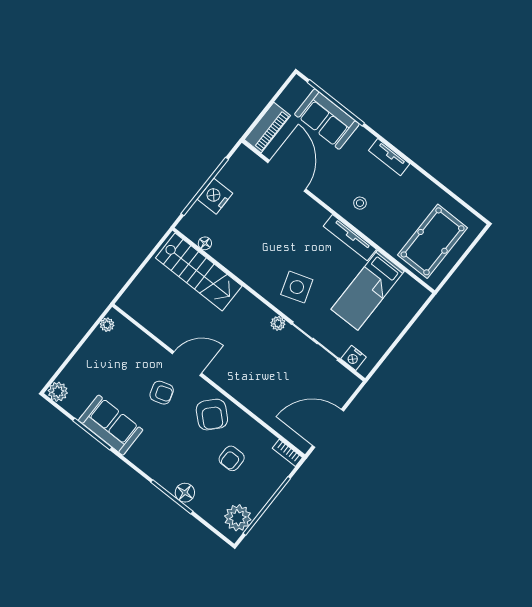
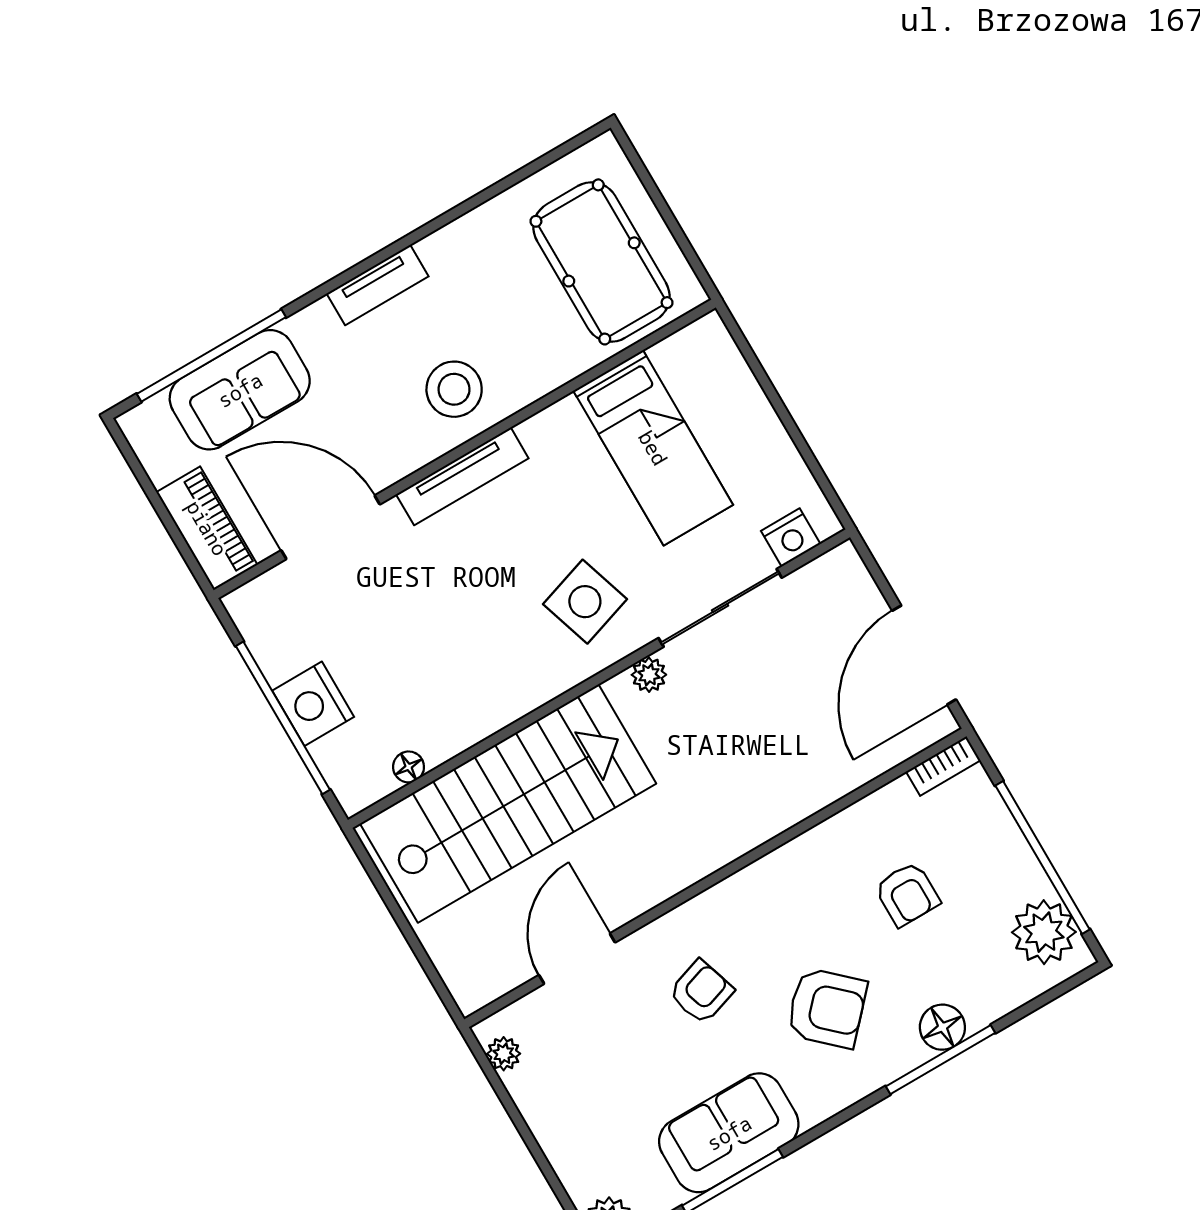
stool: (360, 203) -> (454, 389), width x1.89, depth x1.89
tv unit: (350, 238) -> (462, 476), moved
stairs: (199, 272) -> (508, 804), width x1.36, depth x1.51
door: (187, 364) -> (577, 959), moved
armchair: (212, 415) -> (827, 1008), moved

